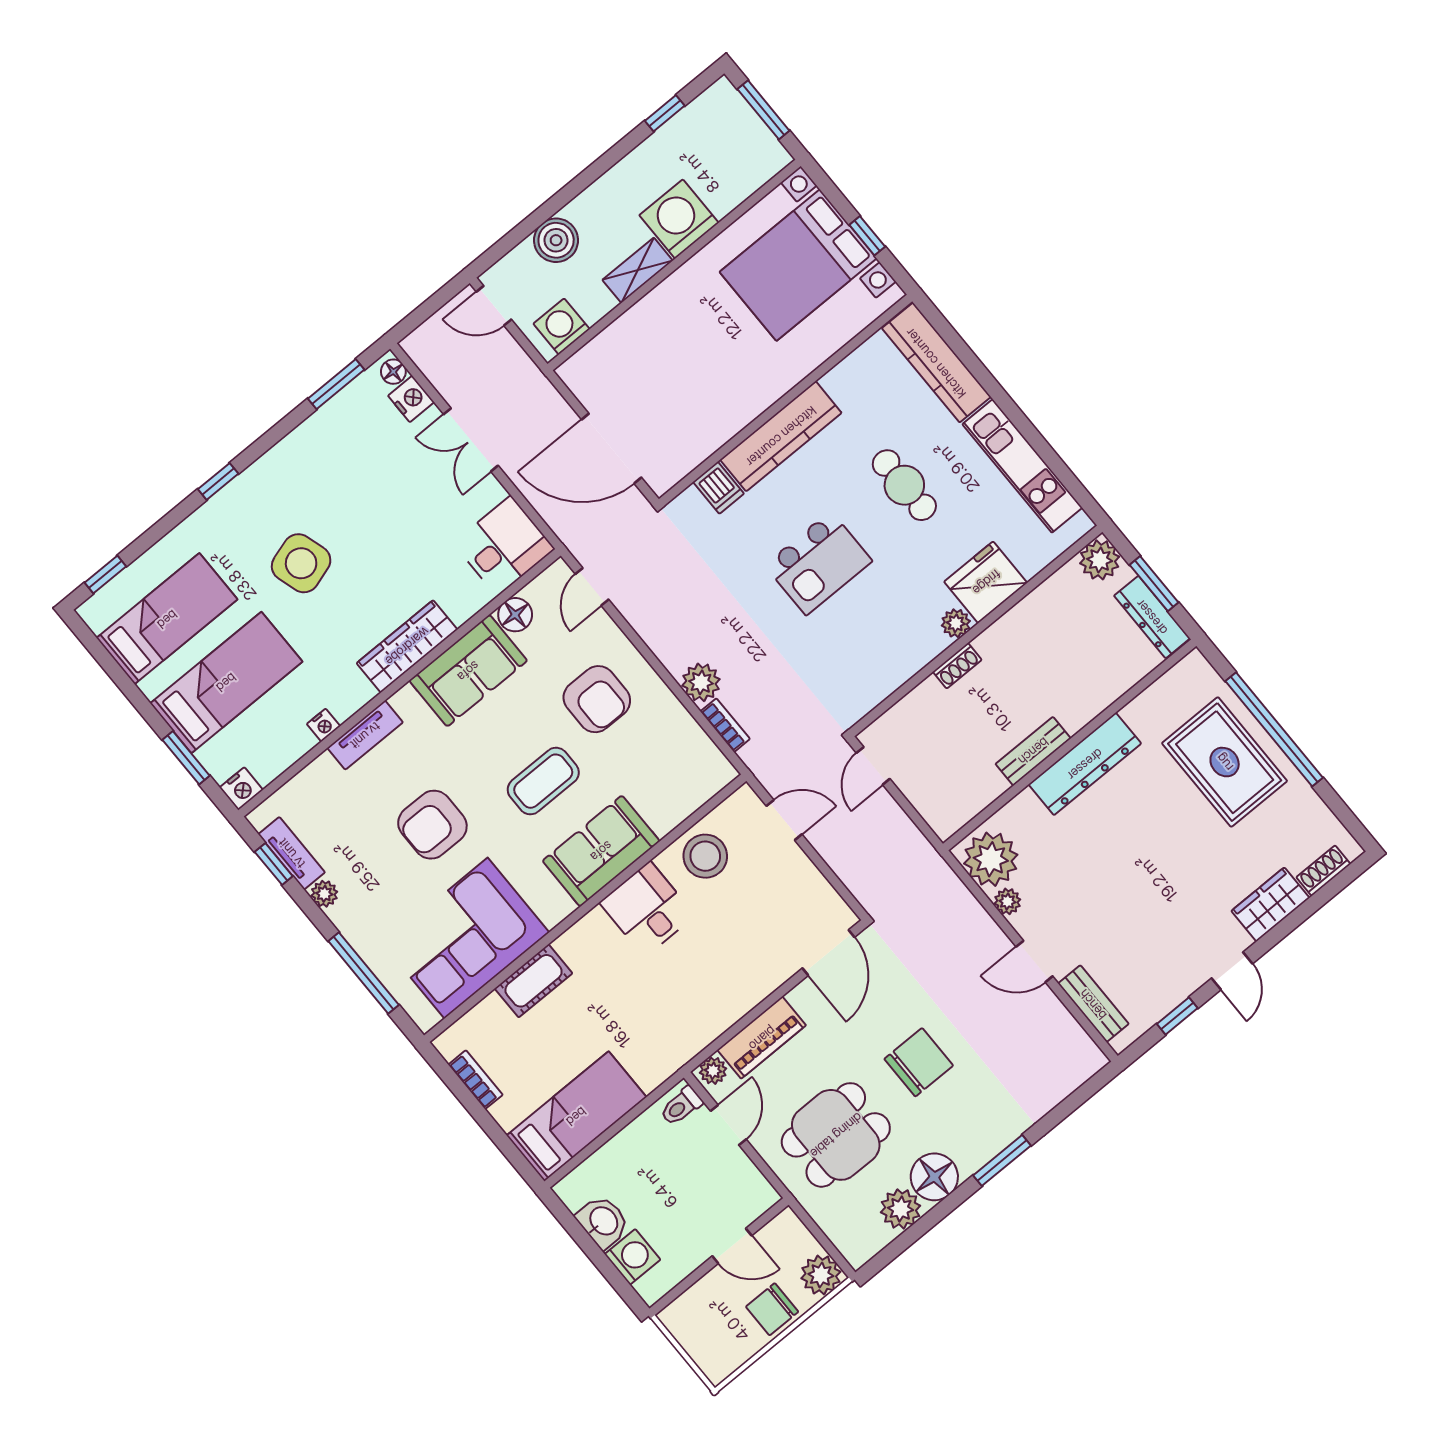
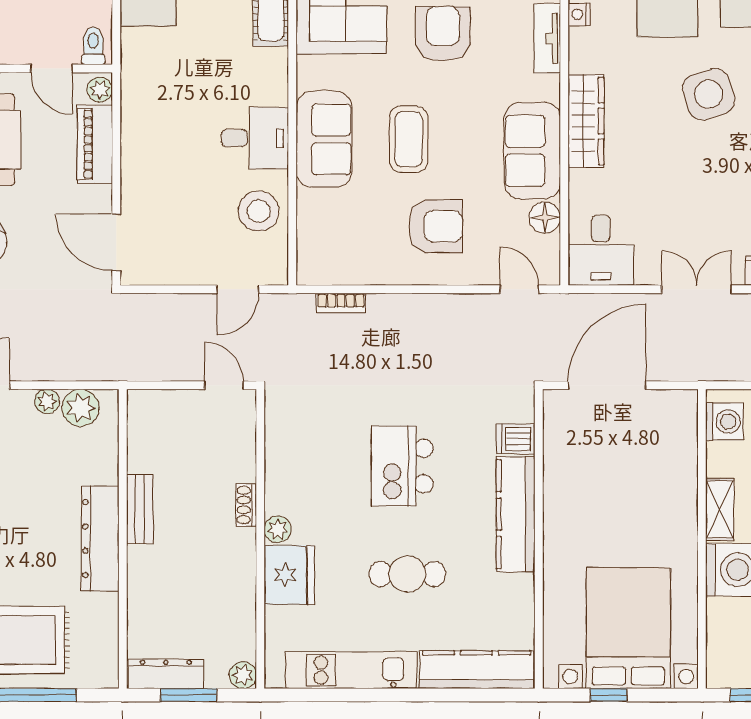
plant: (1100, 560) -> (243, 675), width x0.73, depth x0.73
plant: (701, 682) -> (386, 311), removed
armchair: (597, 699) -> (436, 226), turned 180
plant: (991, 859) -> (80, 408), width x0.73, depth x0.73

